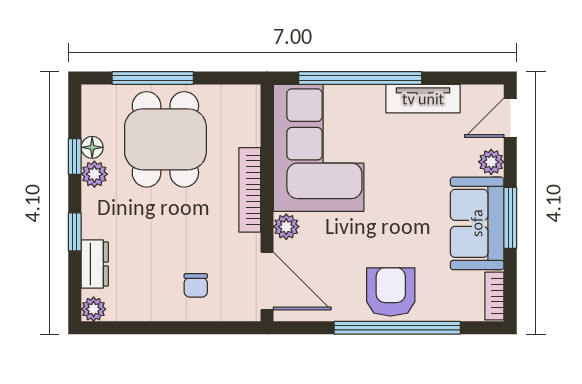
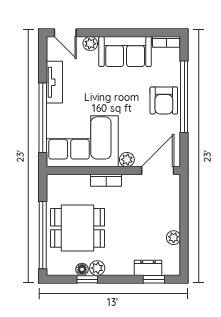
window: (153, 78) -> (43, 235), width x1.46
bookcase: (250, 190) -> (106, 180), width x0.64
window: (510, 218) -> (122, 33), removed
window: (75, 232) -> (154, 279), moved
chair: (196, 285) -> (160, 211), removed
armchair: (391, 292) -> (164, 100), turned -90
plant: (94, 309) -> (174, 238), moved

